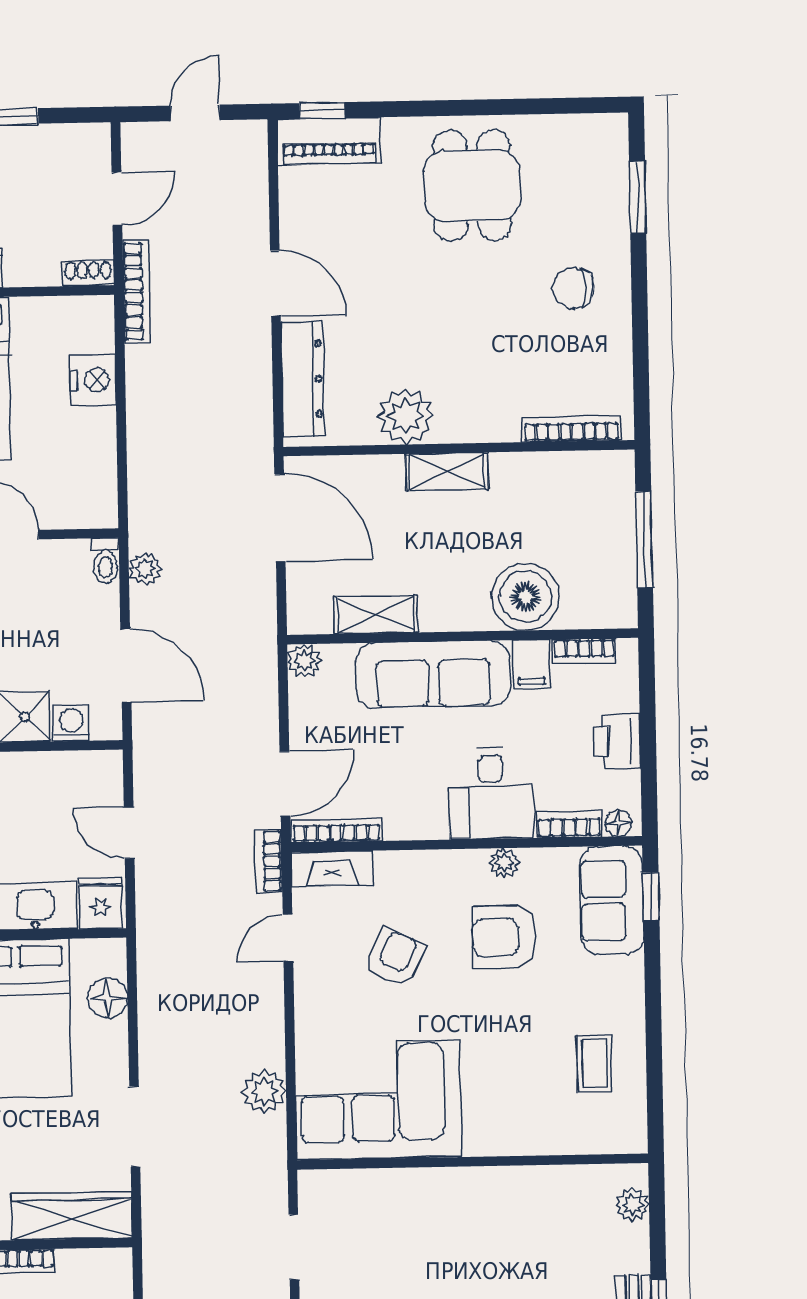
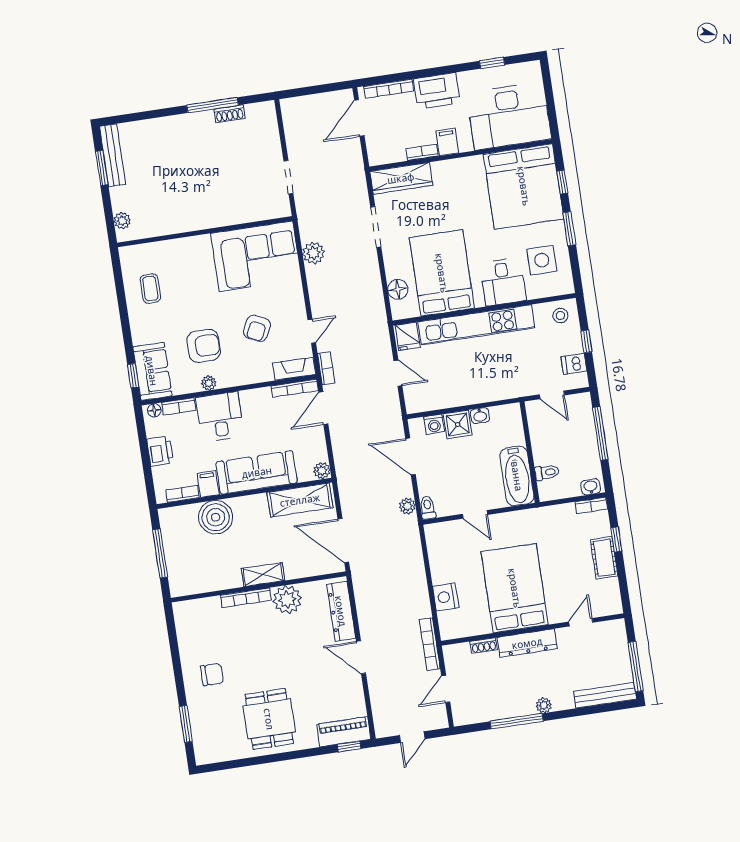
shoe rack: (88, 273) -> (484, 646), moved
bookcase: (571, 429) -> (246, 598), moved
shelving: (376, 615) -> (300, 500), width x1.50, depth x1.33

